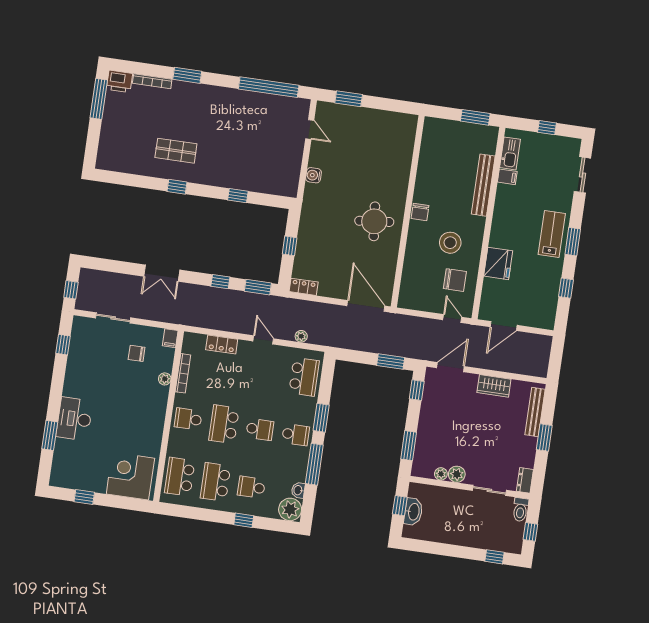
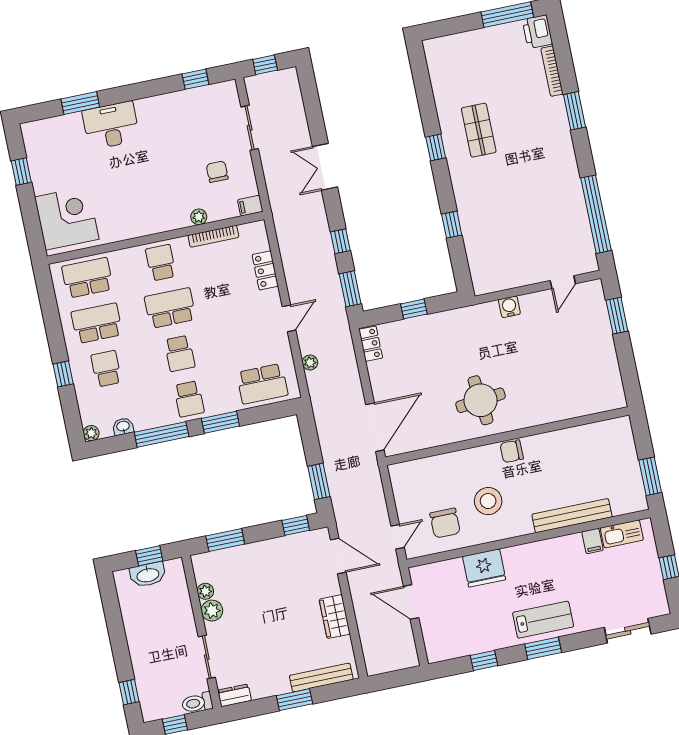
plant: (290, 509) -> (91, 433), width x0.53, depth x0.53

